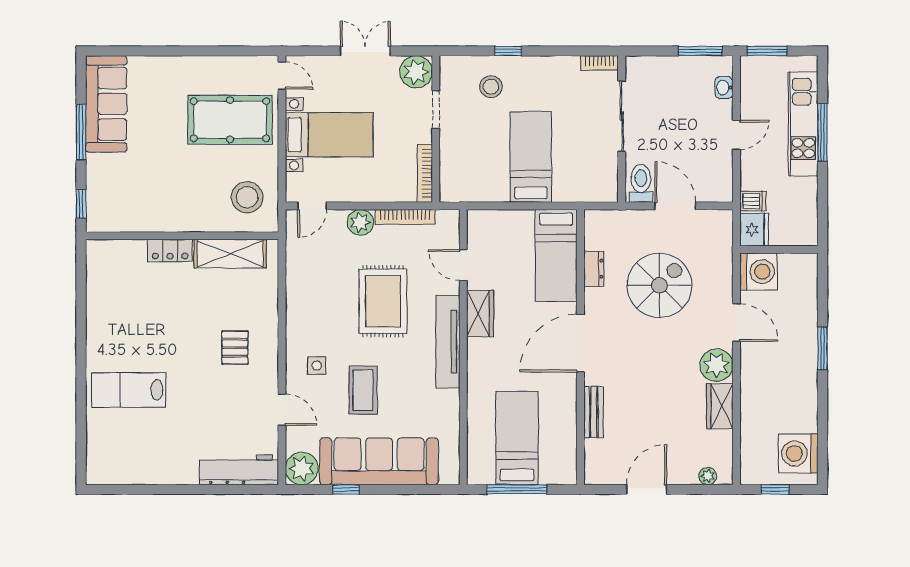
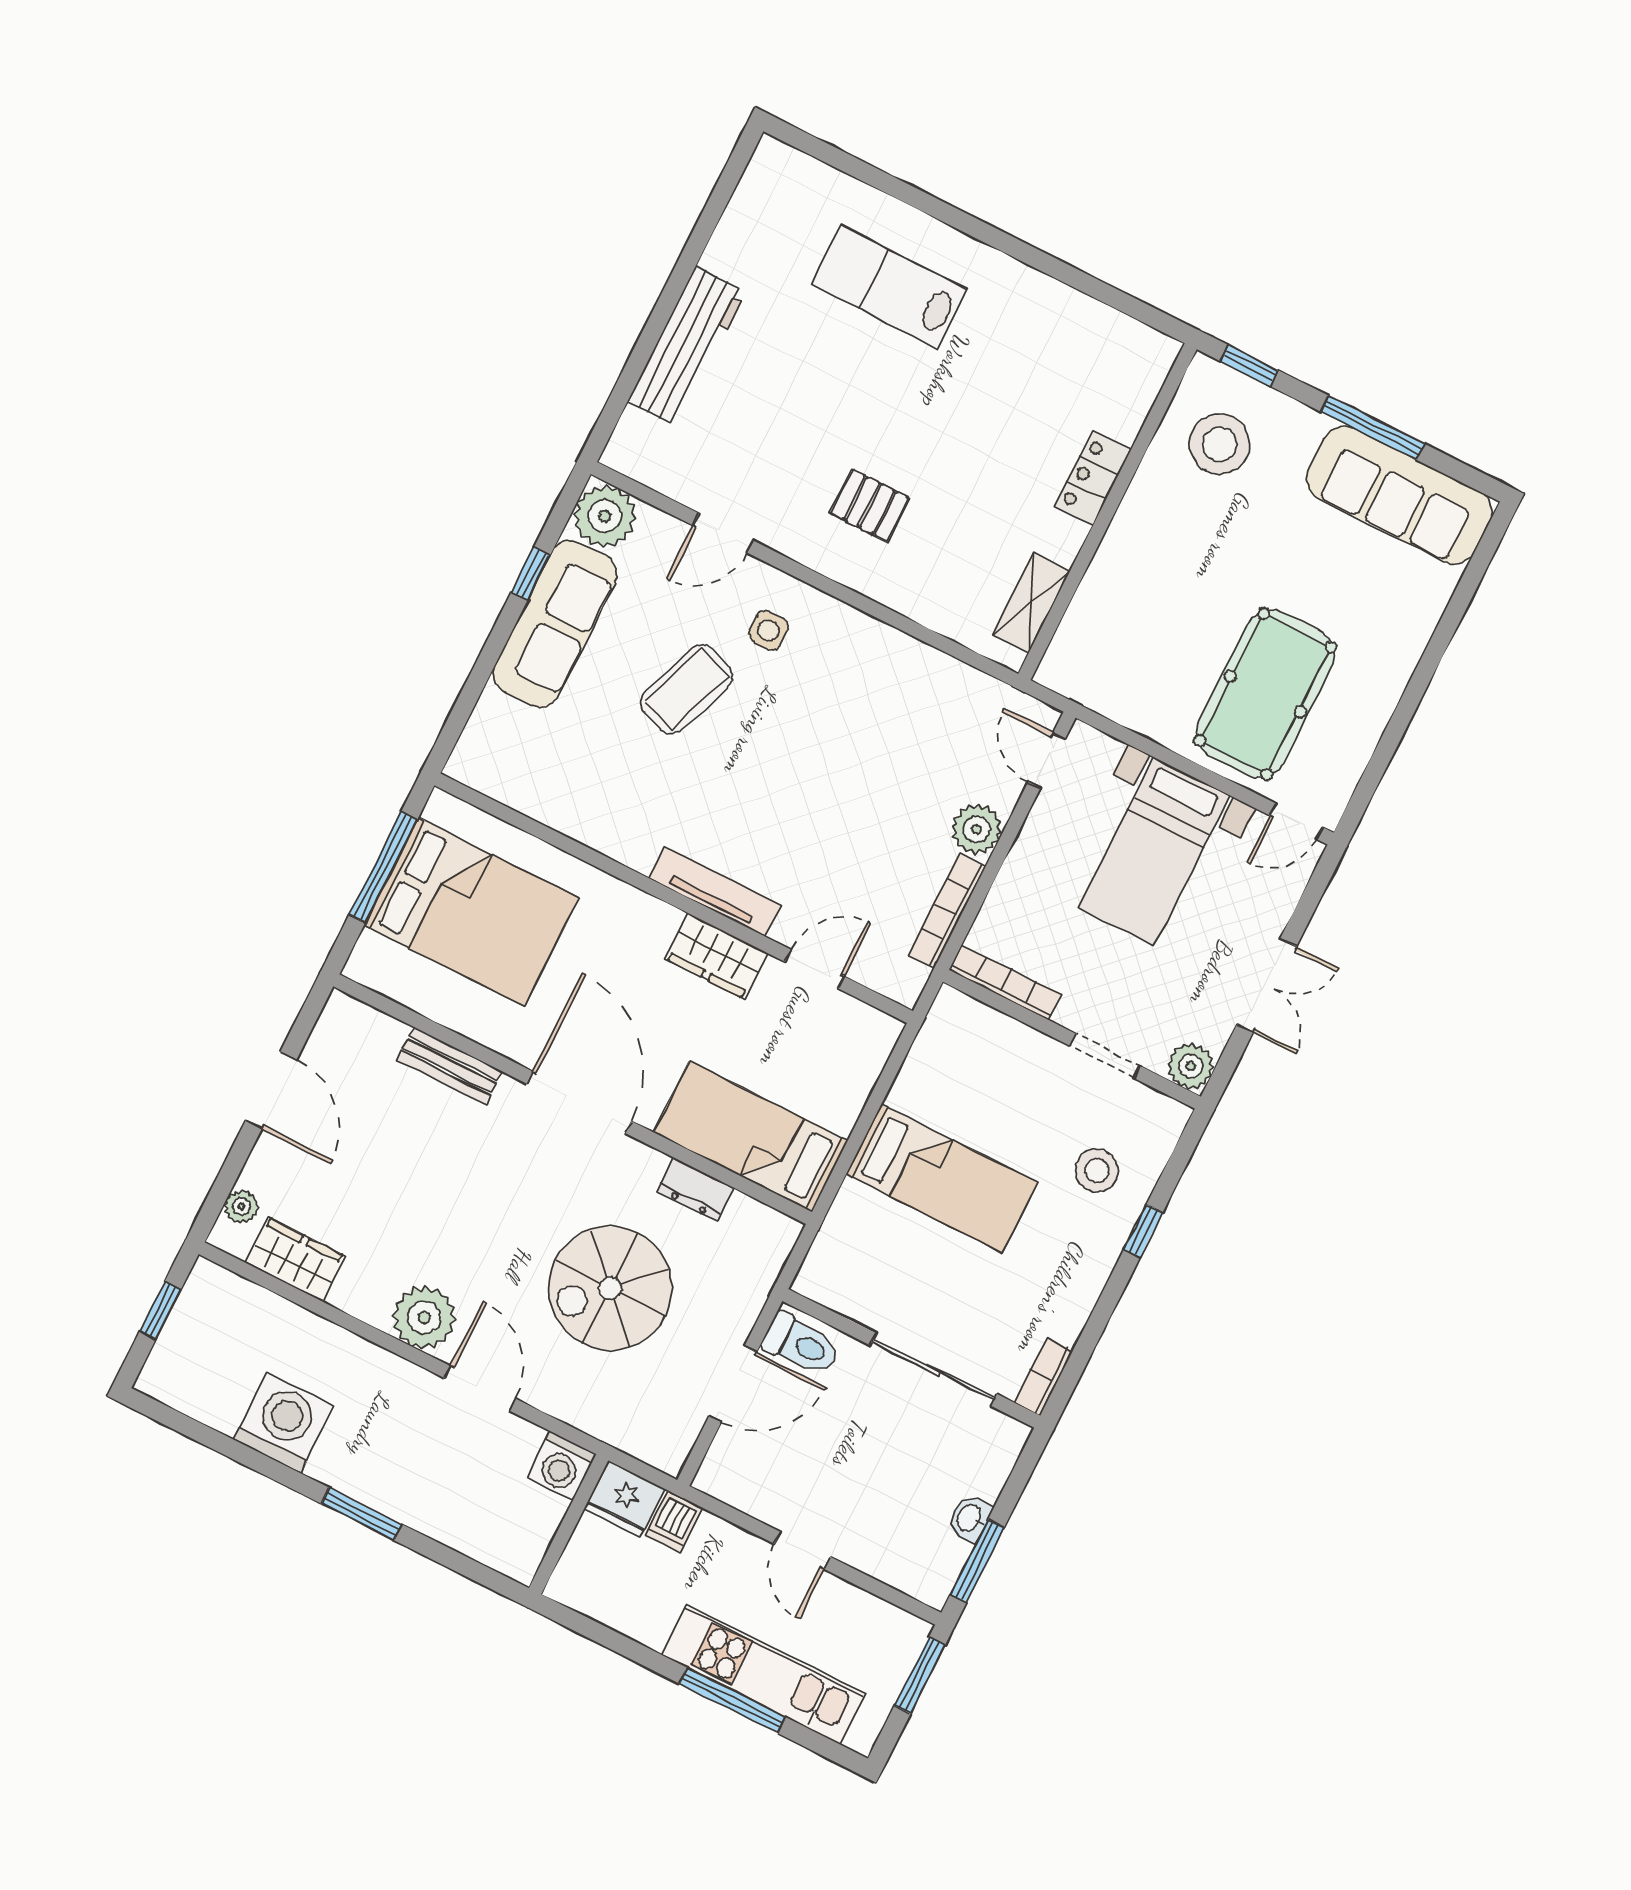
plant: (416, 72) -> (1191, 1066), width x0.73, depth x0.73
washbasin: (724, 88) -> (970, 1518), moved, turned -90
stool: (247, 197) -> (1219, 444), moved
shelving: (230, 254) -> (1031, 603), width x0.67, depth x0.75
washing machine: (758, 272) -> (561, 1466), width x0.73, depth x0.73
spiral stairs: (659, 285) -> (610, 1288), turned 90
rug: (383, 301) -> (822, 800), removed
door: (736, 323) -> (480, 1388), swing flipped
tv unit: (448, 342) -> (715, 892), width x0.73, depth x0.78
lab bench: (129, 390) -> (889, 287), turned -90
coffee table: (363, 390) -> (686, 689), turned -69
wardrobe: (720, 406) -> (295, 1260), moved
bed: (517, 438) -> (471, 912), width x1.50
washing machine: (798, 453) -> (284, 1423), moved
sofa: (379, 461) -> (555, 624), width x0.74, depth x0.79
workbench: (239, 470) -> (687, 347), moved

